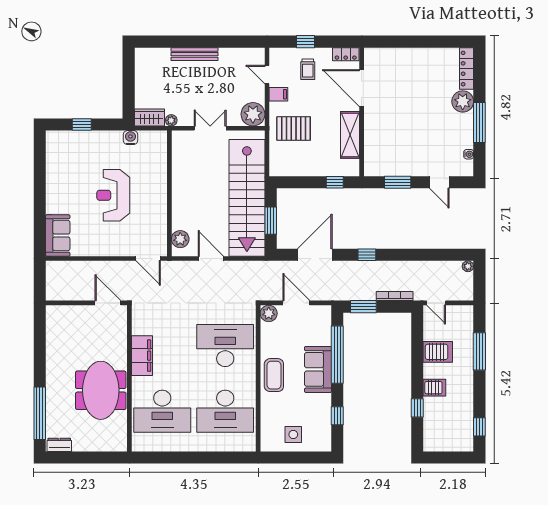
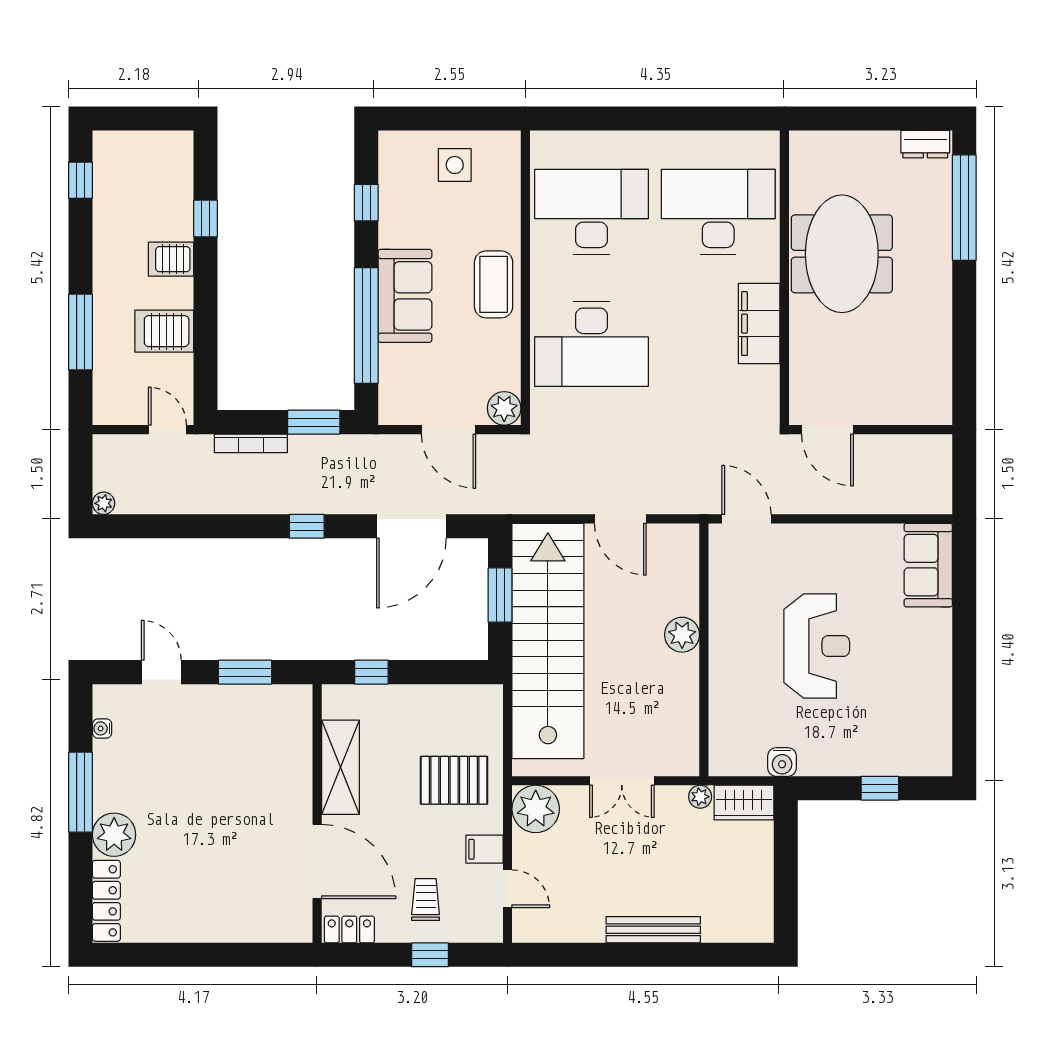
plant: (180, 239) -> (682, 635), moved

